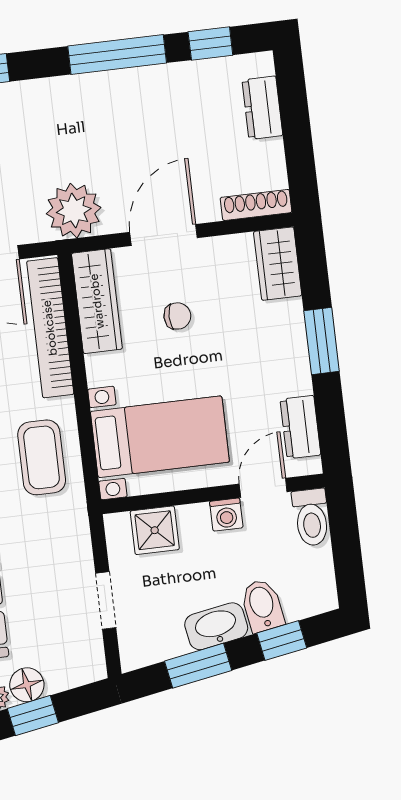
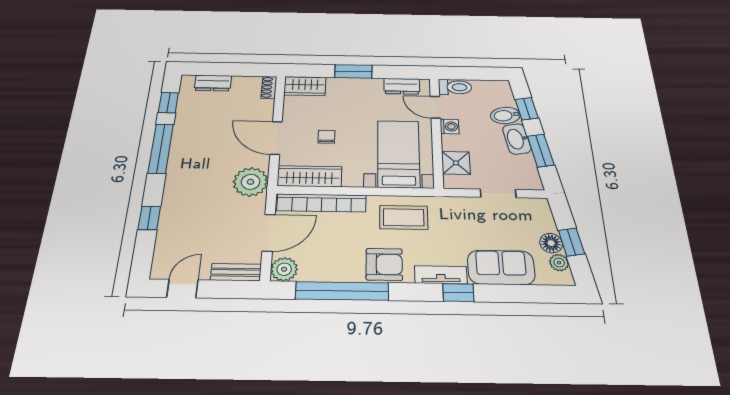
shoe rack: (256, 205) -> (269, 87), width x0.70

